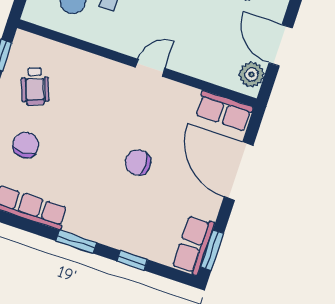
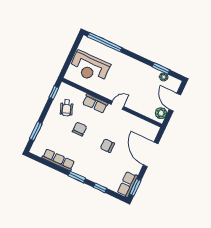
row of seats: (224, 111) -> (95, 103), moved
chair: (26, 145) -> (80, 129), moved

